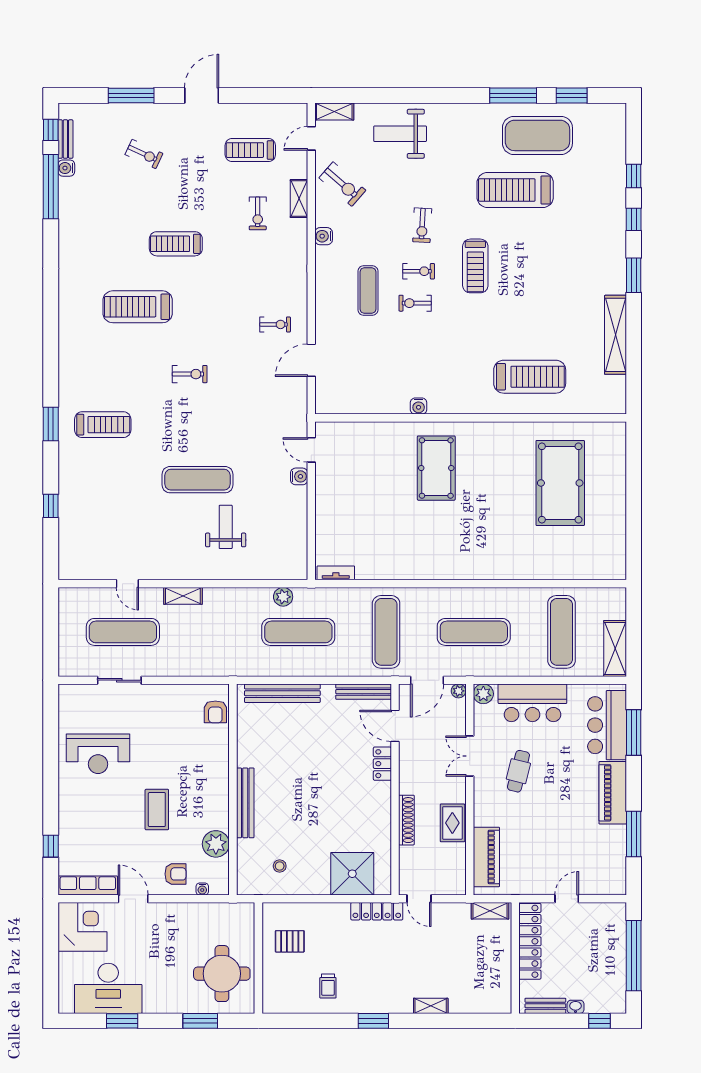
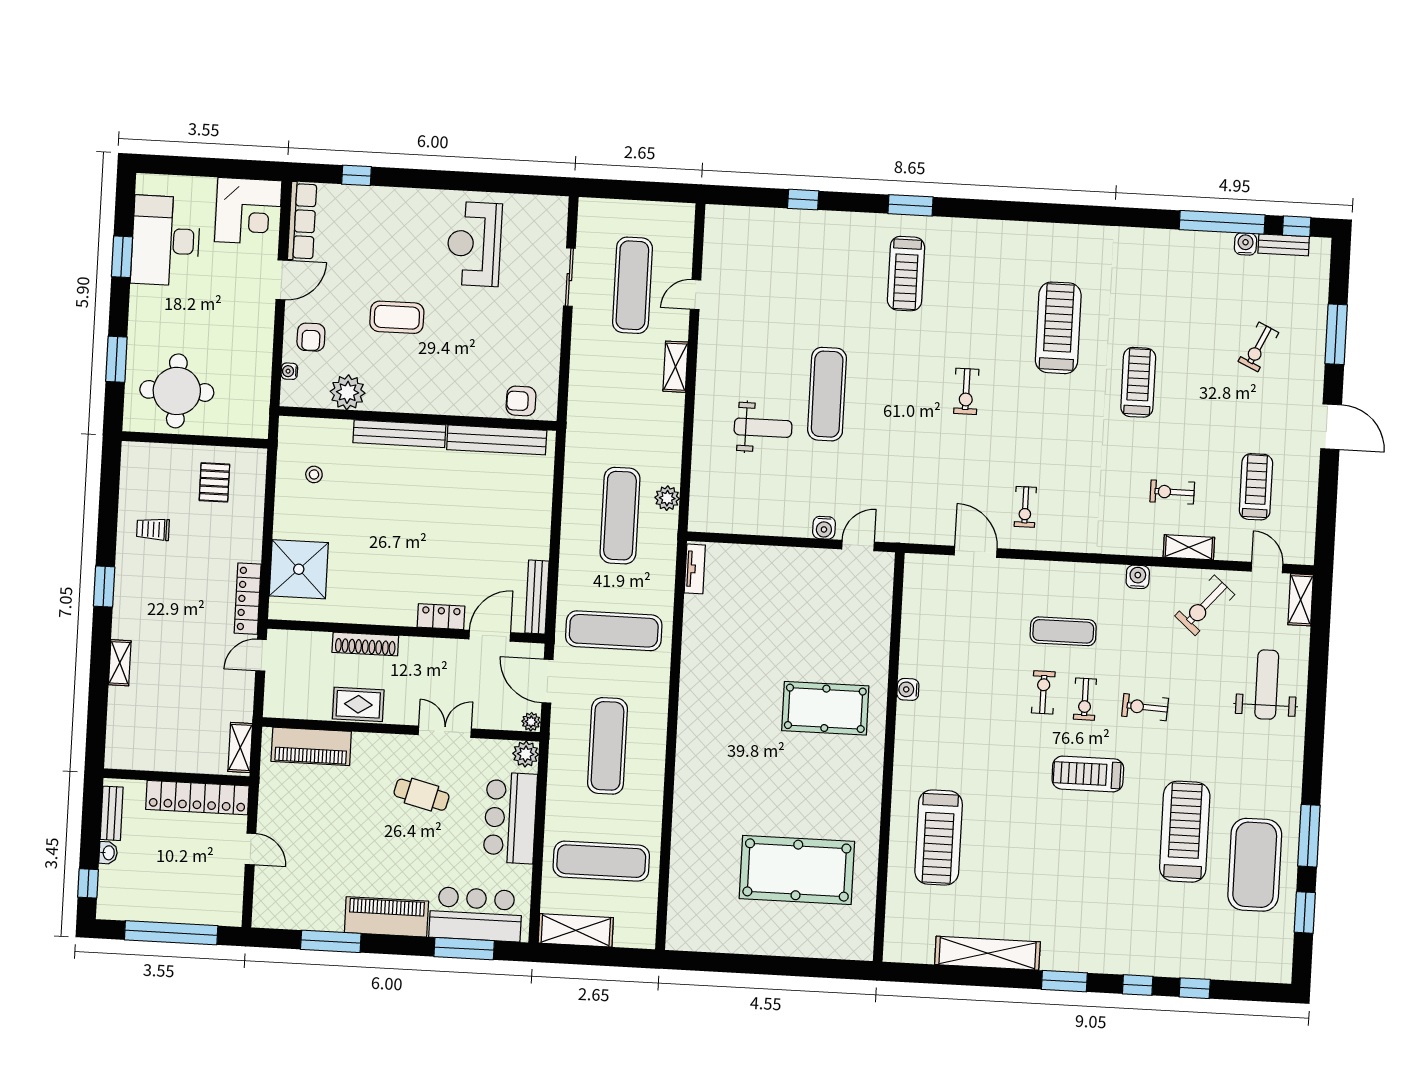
bench: (282, 693) -> (497, 440), moved, turned 90

